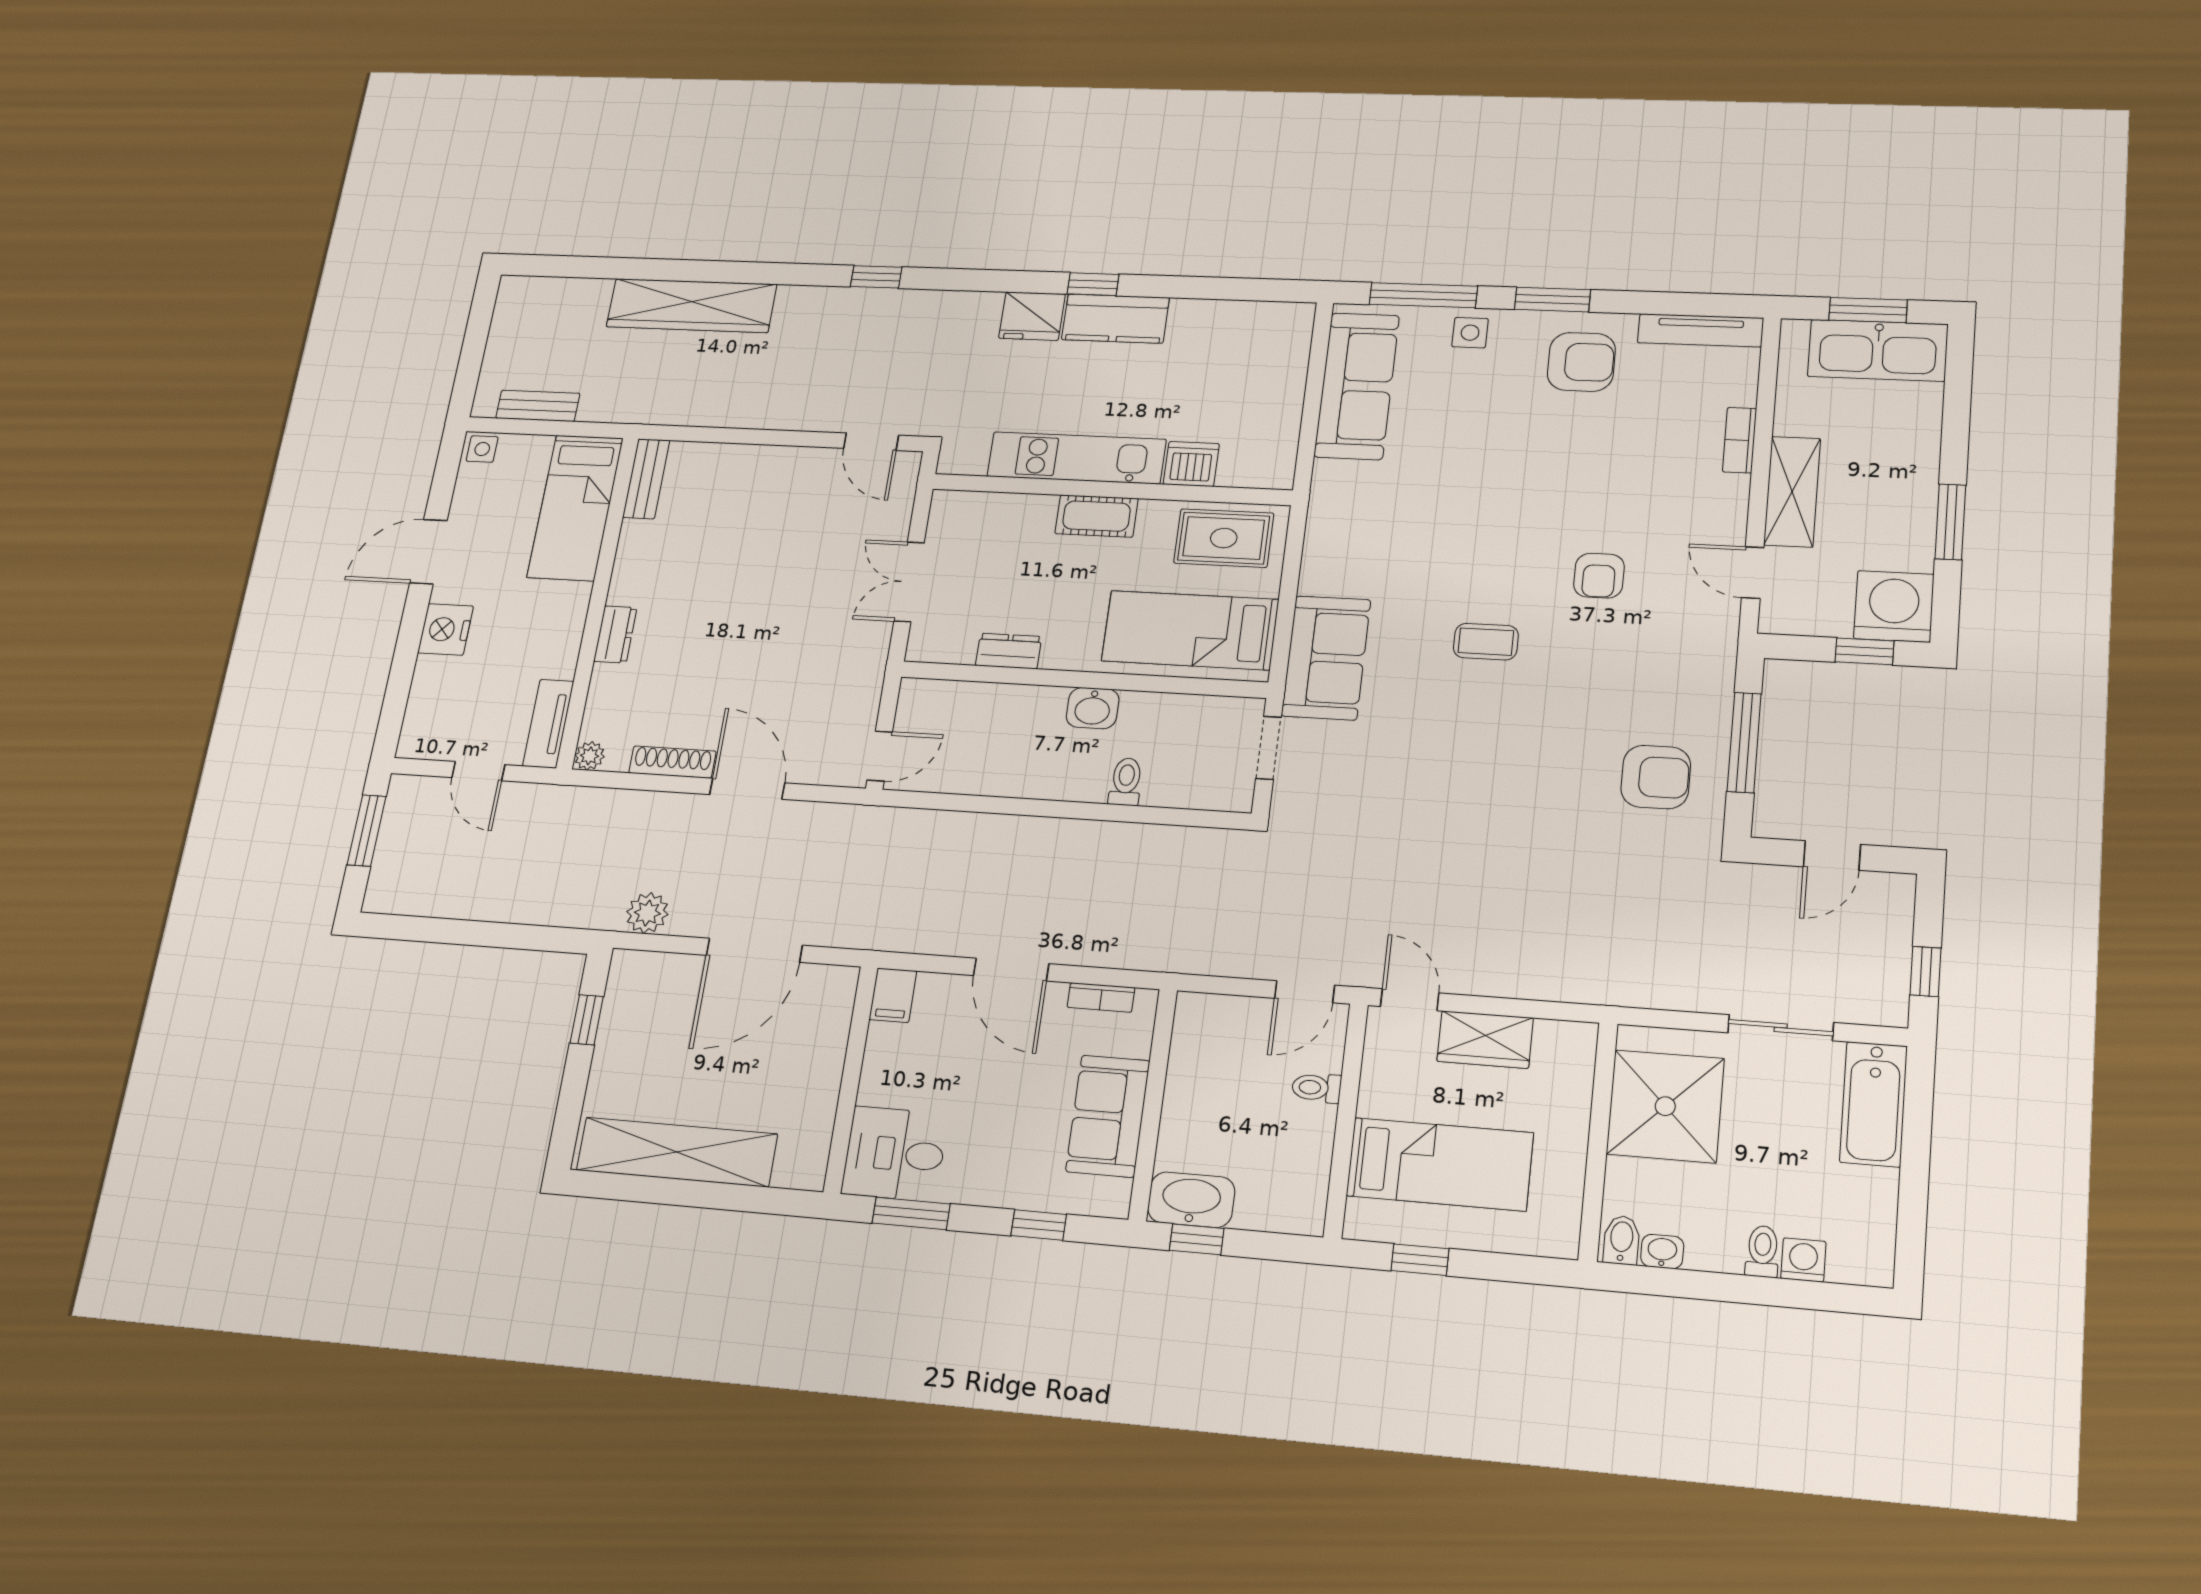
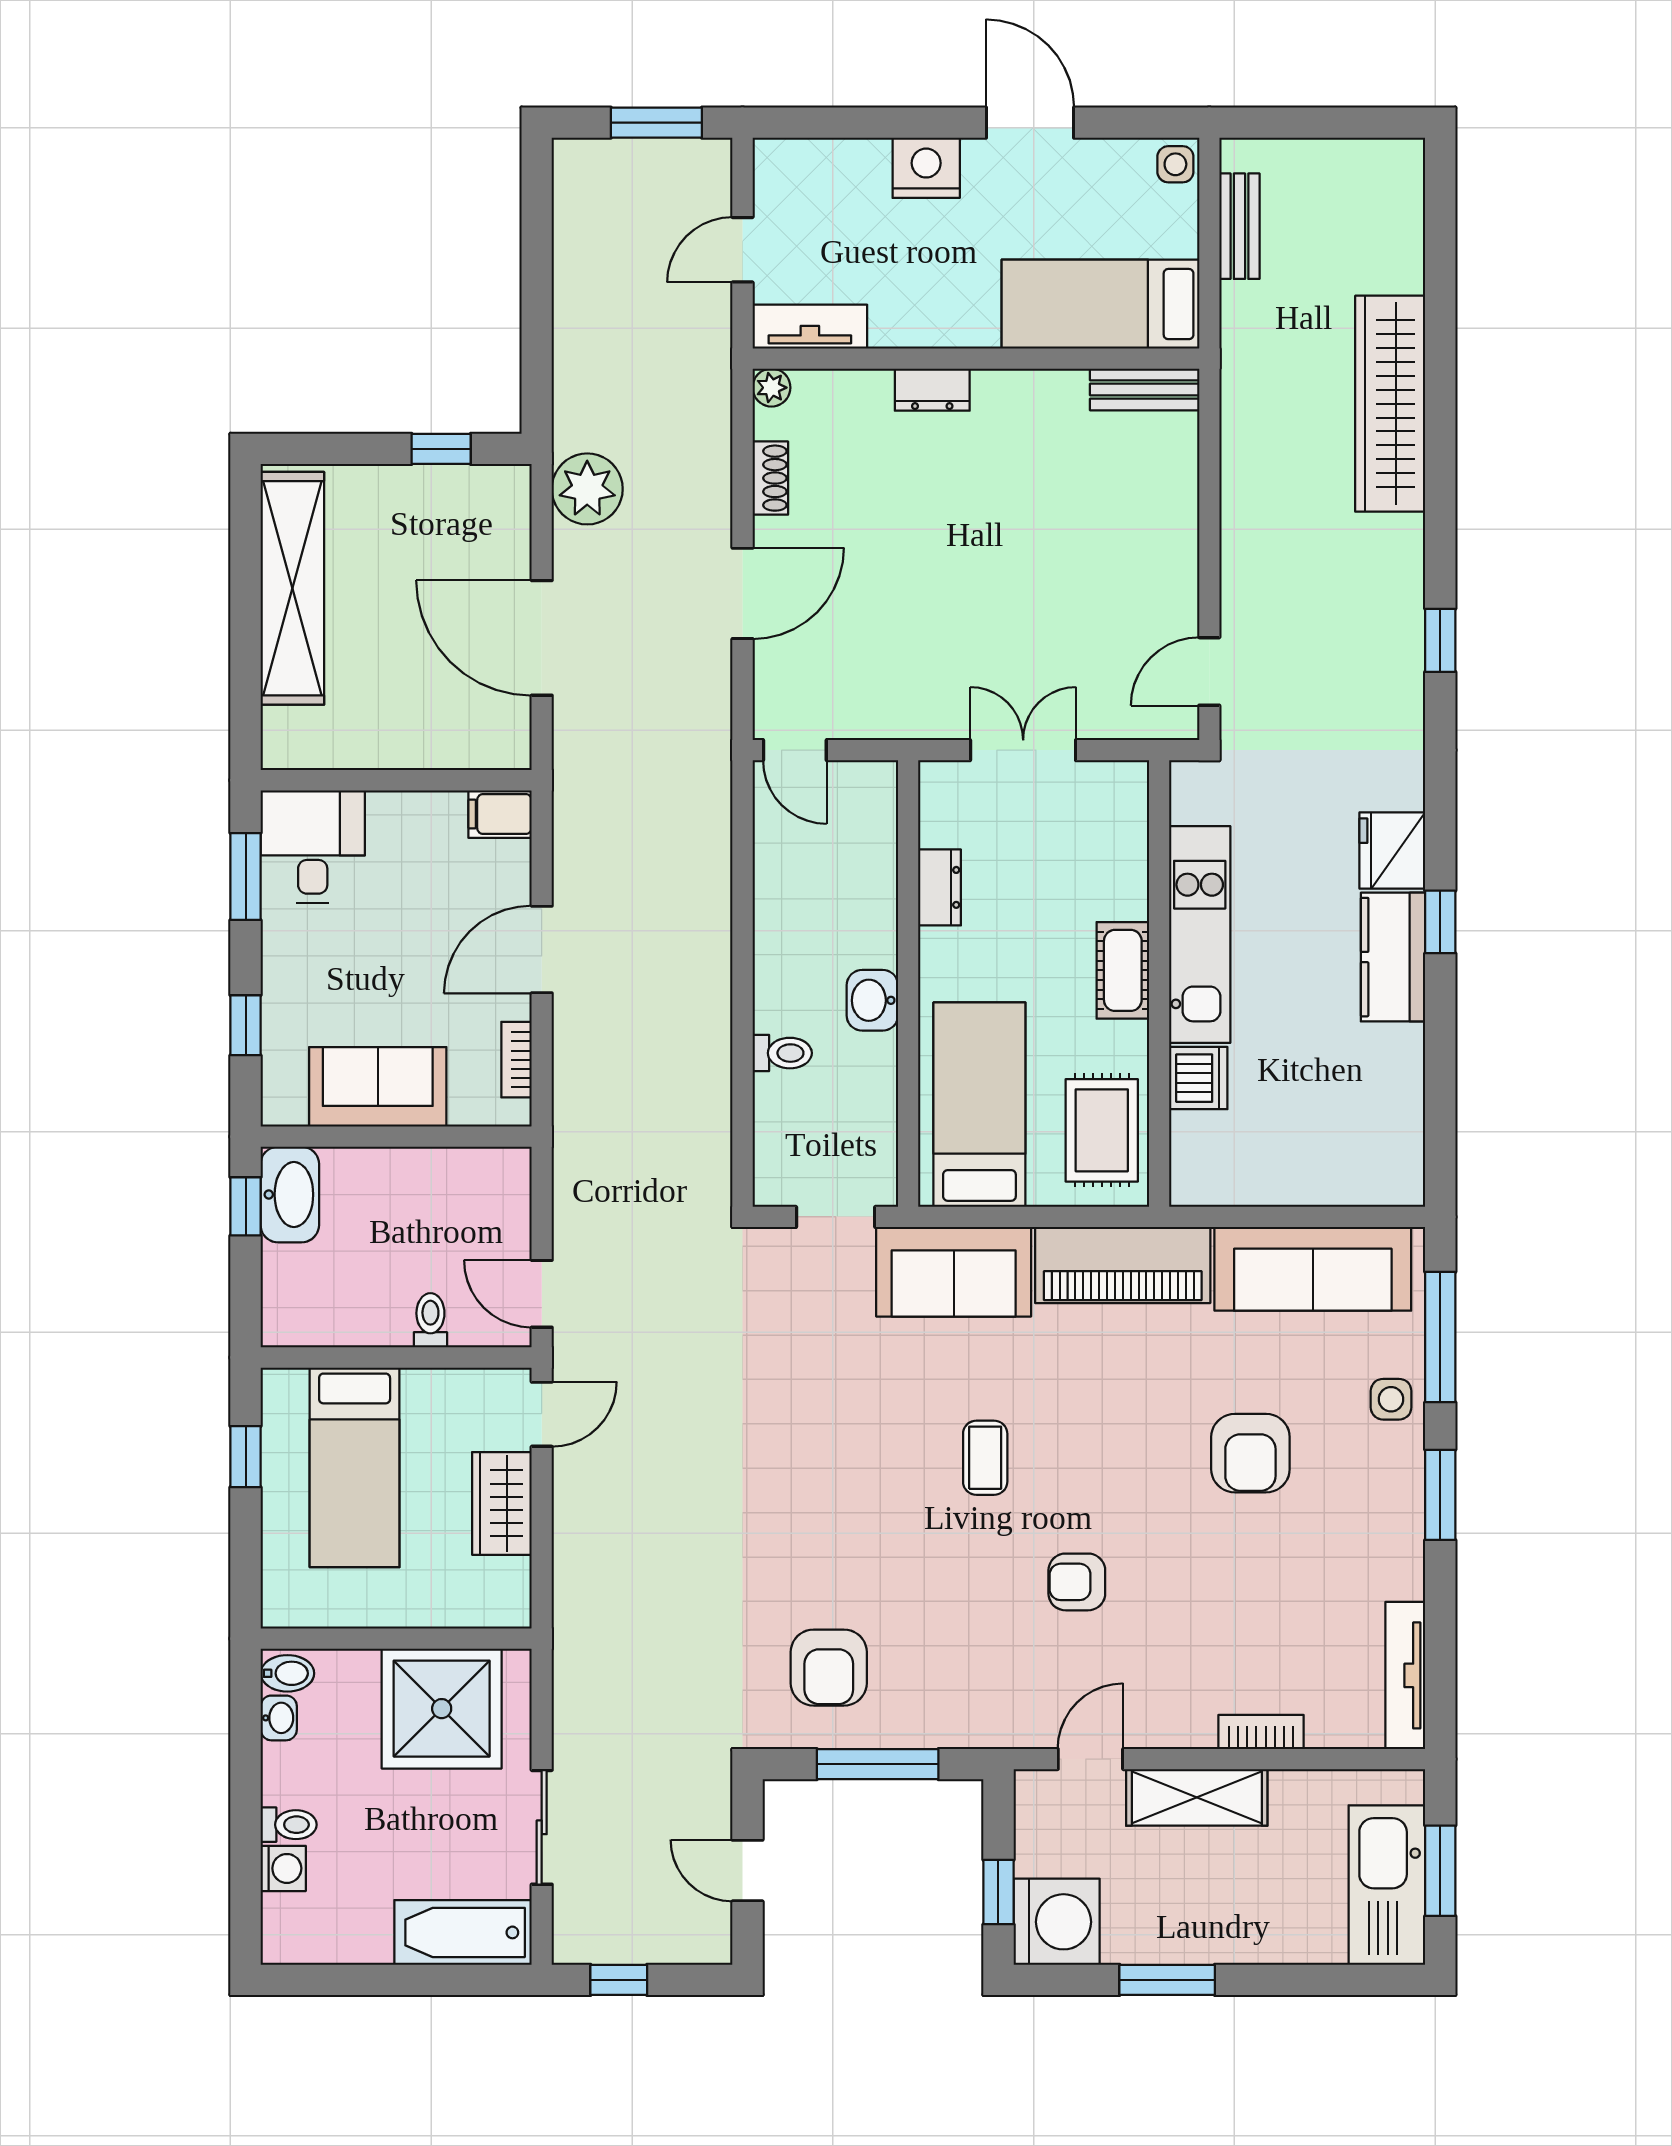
armchair: (1581, 362) -> (1250, 1453), moved
piano: (1336, 528) -> (1123, 1265), added
shoe rack: (672, 762) -> (770, 478), width x0.70
plant: (647, 913) -> (587, 489), width x1.36, depth x1.36

